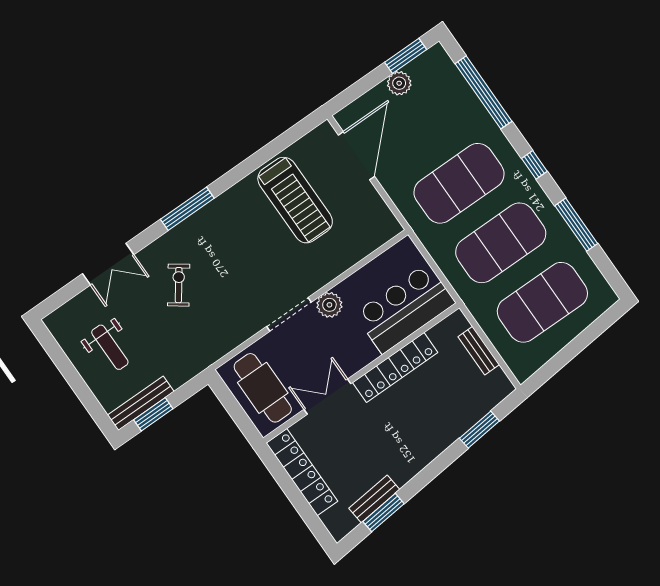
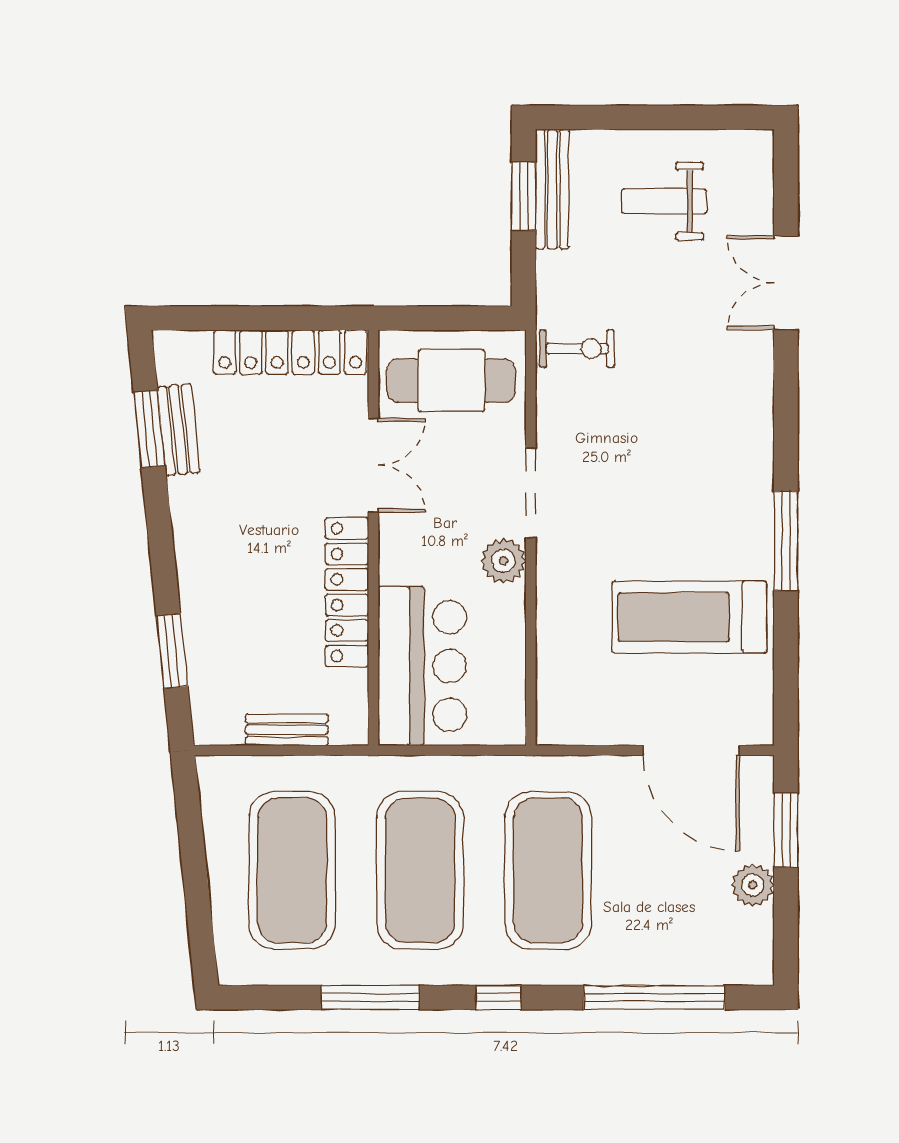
window: (406, 56) -> (786, 830), moved
window: (187, 209) -> (786, 541), moved
exercise bike: (179, 285) -> (577, 349), moved, turned -36

